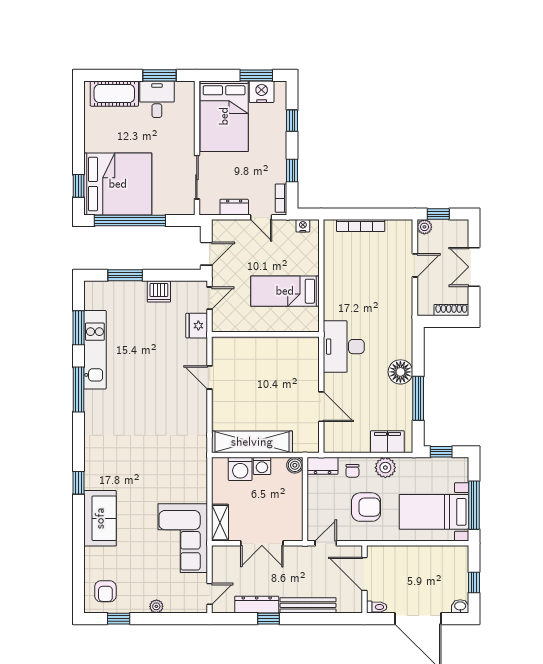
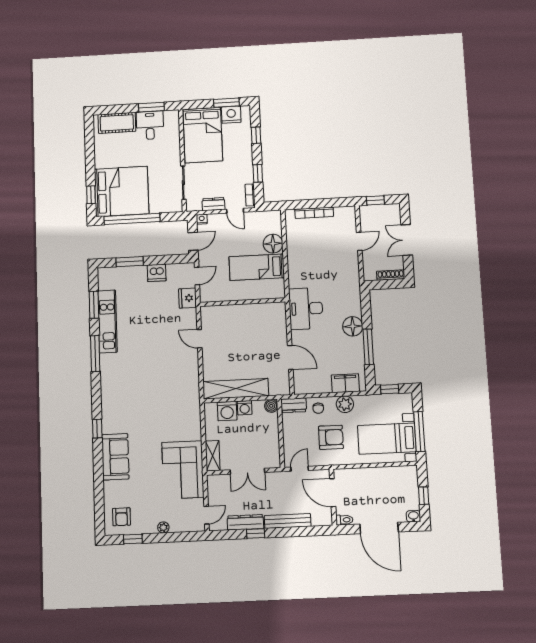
nightstand: (303, 226) -> (202, 219), moved
plant: (424, 227) -> (365, 211), removed
floor lamp: (307, 262) -> (273, 244), added

